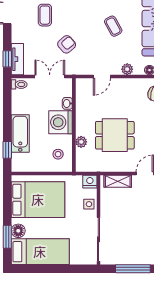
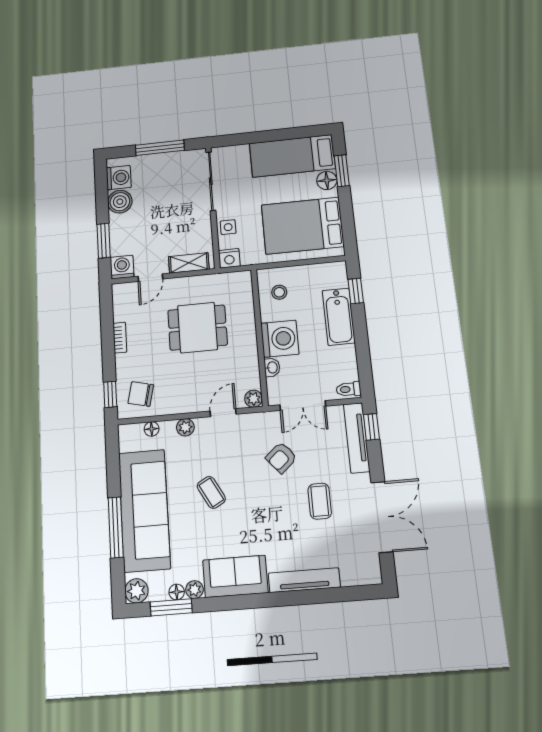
tv unit: (17, 59) -> (357, 438), width x1.41
plant: (81, 142) -> (254, 399), moved

